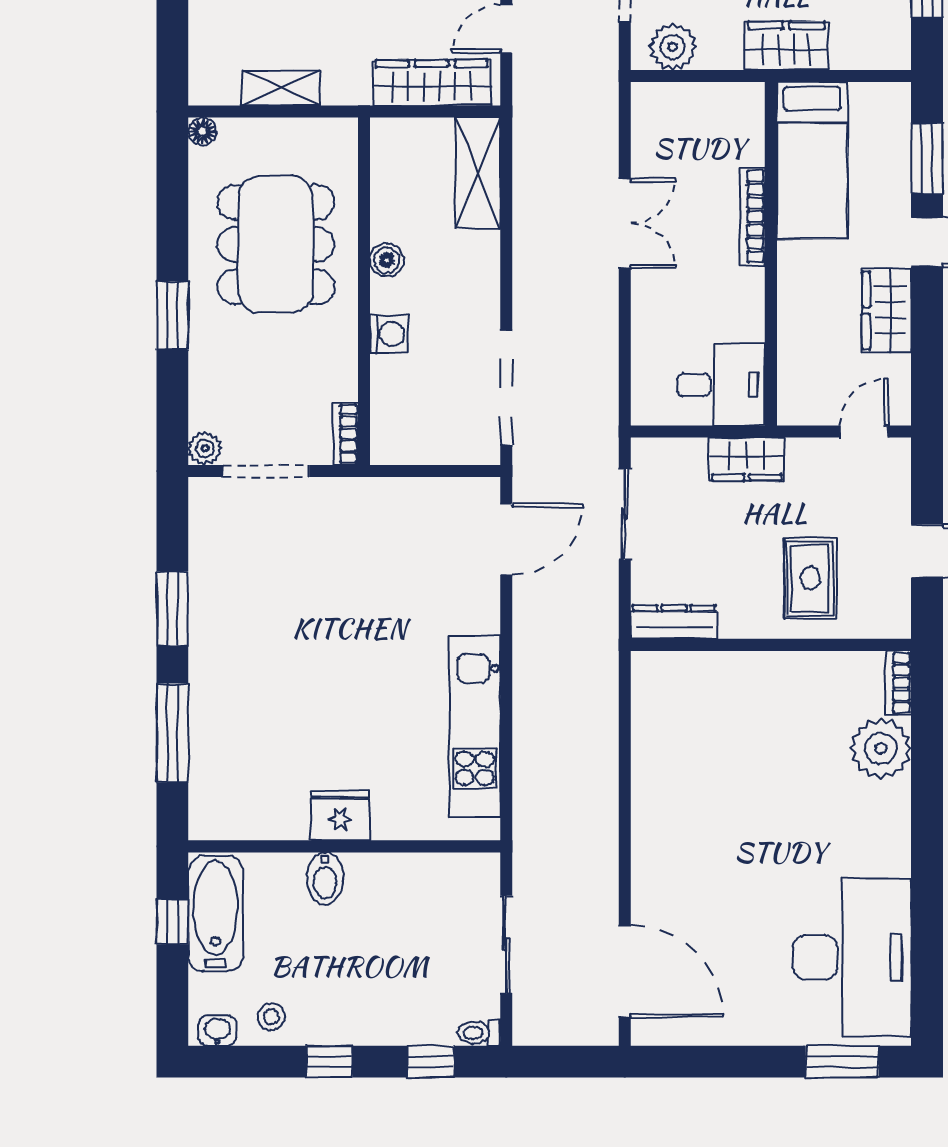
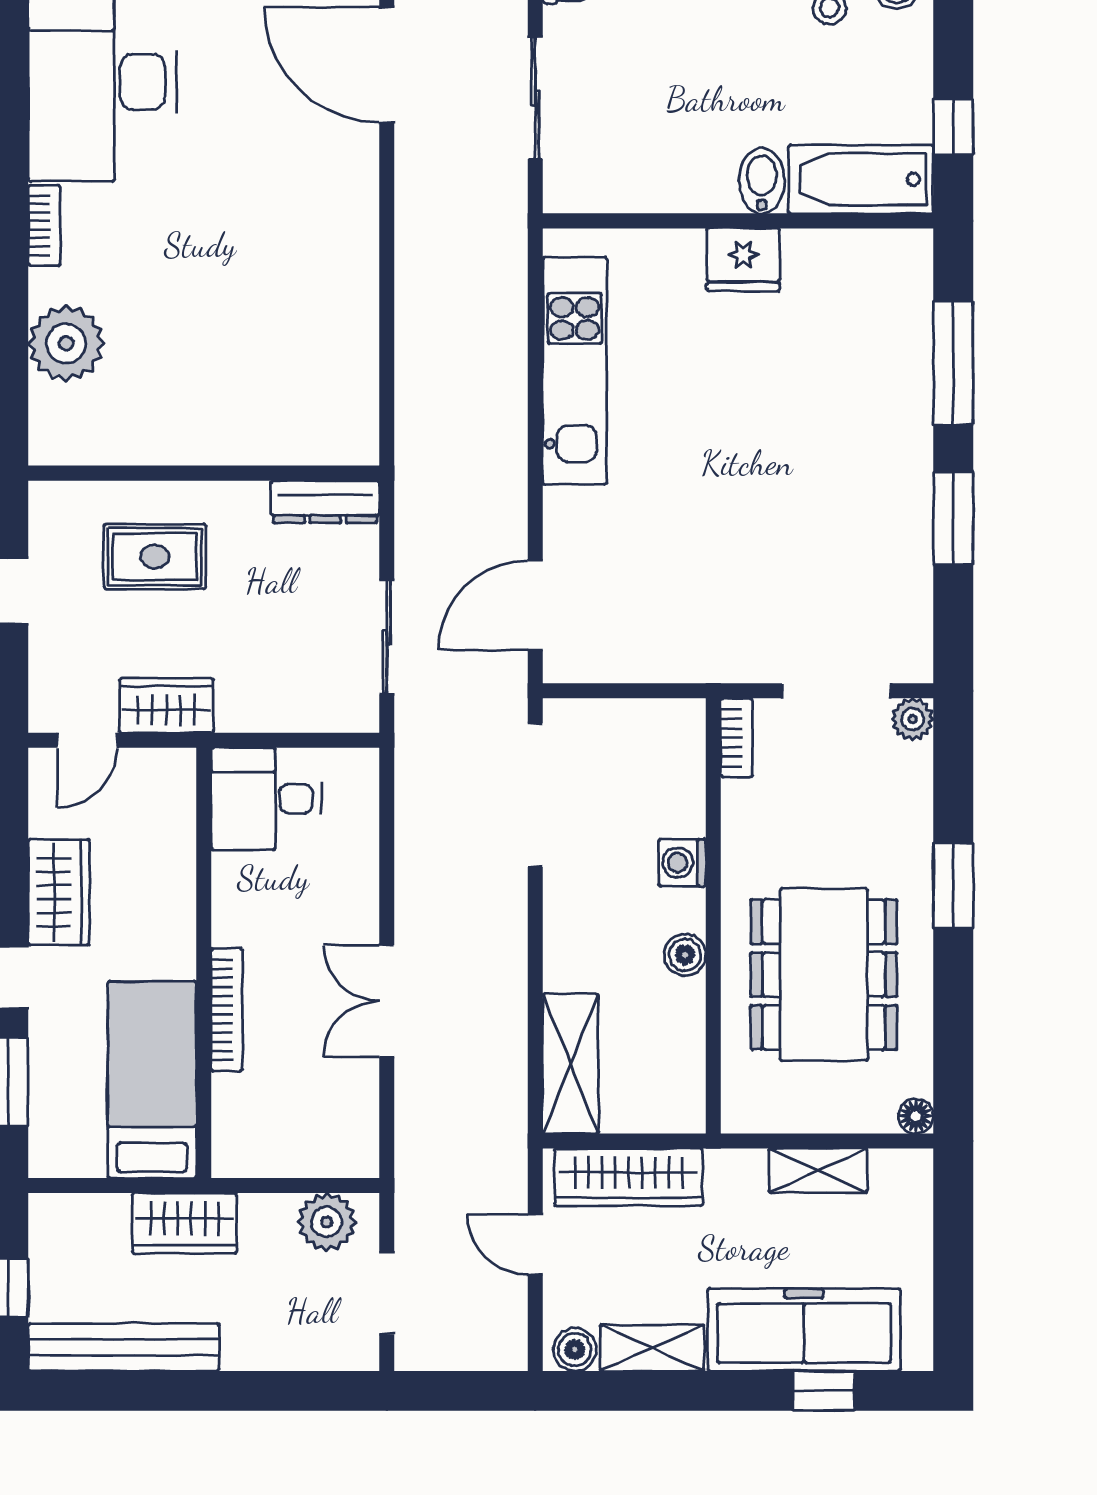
door: (506, 29) -> (535, 1244), swing flipped
wardrobe: (747, 459) -> (166, 706), moved
rug: (810, 578) -> (155, 557), turned 90
bookcase: (898, 683) -> (44, 225), moved
bathtub: (216, 914) -> (861, 179), moved, turned 90

